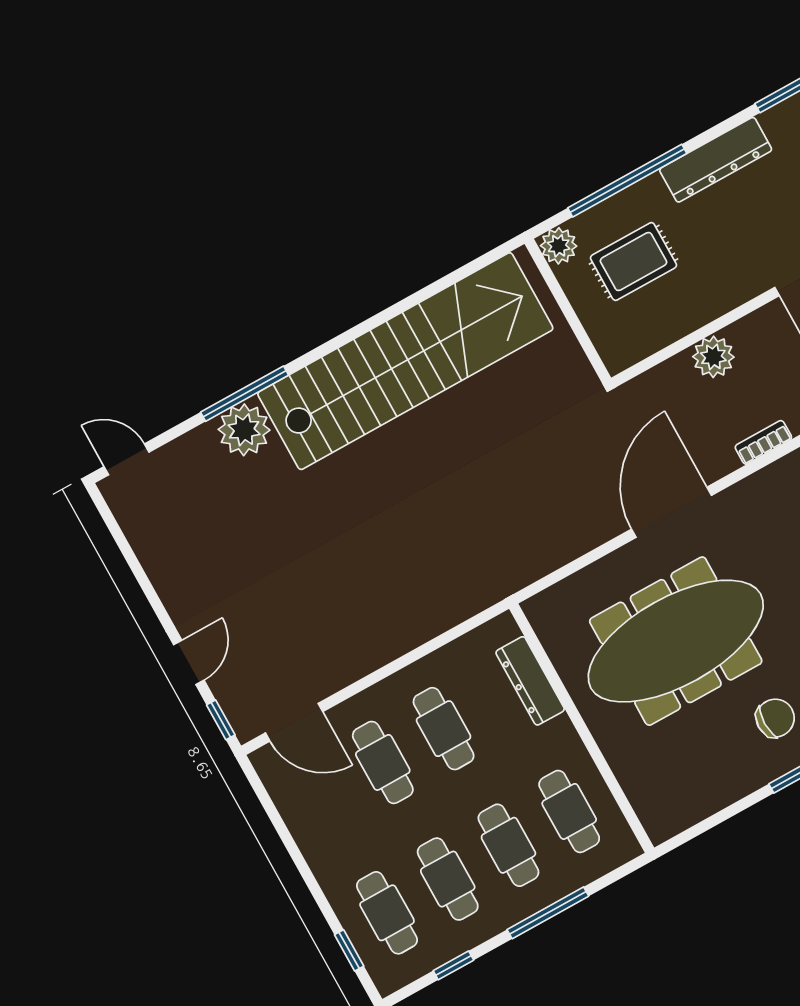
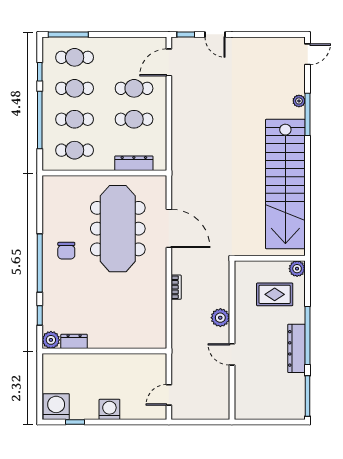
window: (627, 181) -> (308, 336), moved
rug: (633, 261) -> (275, 294), turned 90
plant: (713, 357) -> (220, 318), moved
plant: (244, 430) -> (299, 101), width x0.53, depth x0.53
bookcase: (763, 442) -> (176, 287), moved
door: (671, 512) -> (169, 228), moved
window: (548, 913) -> (40, 120), width x1.46
window: (349, 950) -> (68, 34), width x2.17

